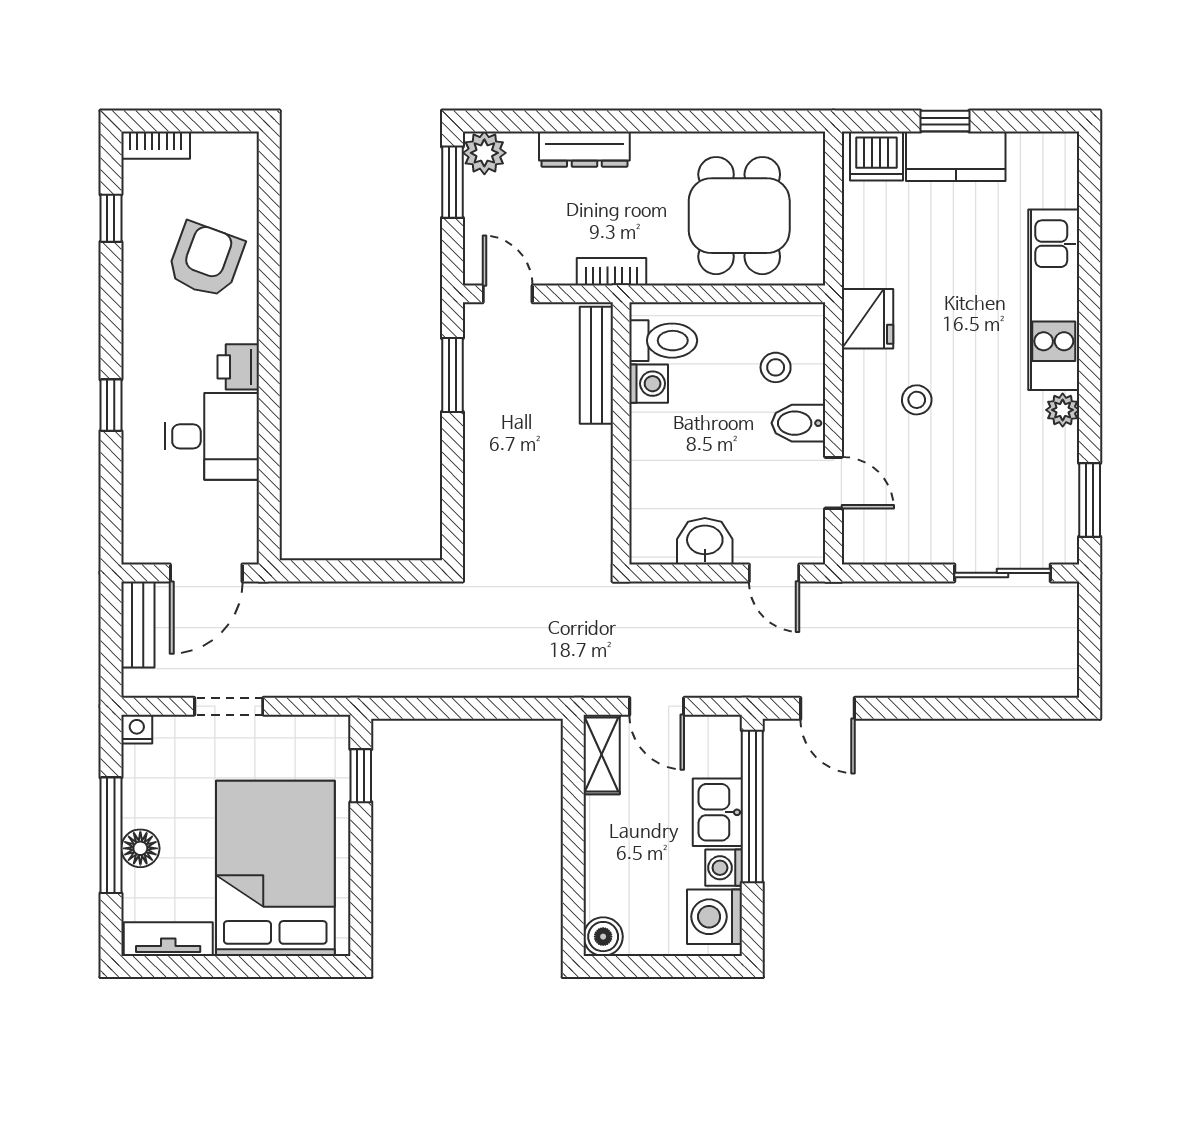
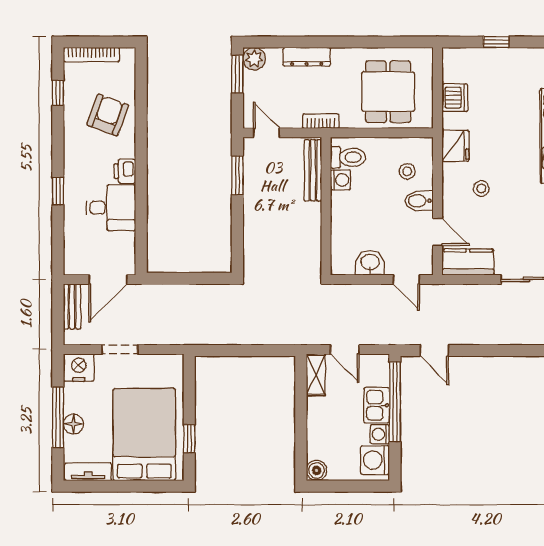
bookcase: (156, 145) -> (92, 55), width x1.56
dishwasher: (876, 156) -> (455, 98), moved, turned -90
kitchen counter: (956, 156) -> (468, 262), moved, turned 180
nightstand: (137, 729) -> (79, 368), width x1.89, depth x1.79
window: (361, 776) -> (189, 439), moved

